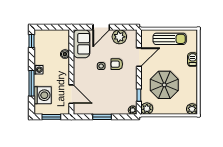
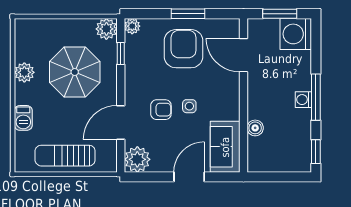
plant: (119, 37) -> (137, 159), moved
window: (31, 83) -> (316, 97), moved
washing machine: (43, 95) -> (296, 34), moved
armchair: (104, 98) -> (184, 49), added
plant: (192, 109) -> (24, 72), moved

